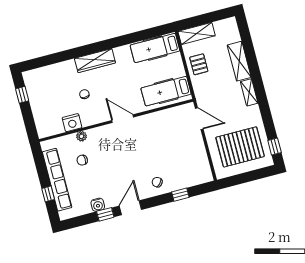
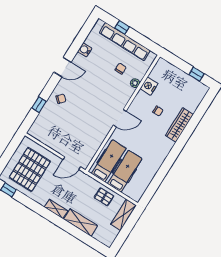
hospital bed: (155, 48) -> (125, 171), moved
wardrobe: (95, 61) -> (179, 125), moved
door: (130, 208) -> (63, 67), hinge flipped
window: (105, 214) -> (74, 48), removed

